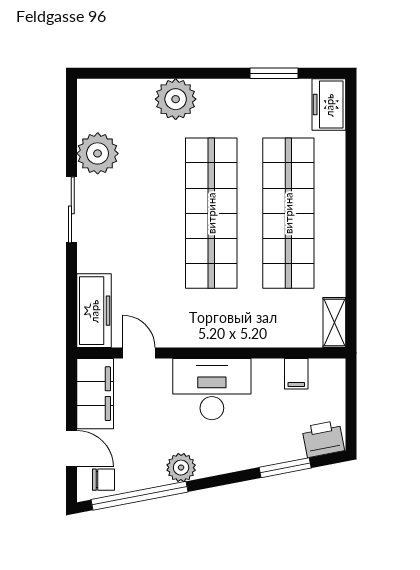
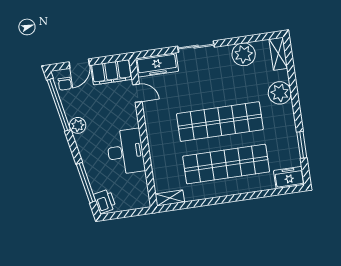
shelving: (105, 92) -> (278, 54), added
sliding door: (71, 210) -> (196, 47), moved
door: (139, 353) -> (137, 93), hinge flipped
filing cabinet: (296, 374) -> (138, 181), removed
desk: (212, 389) -> (126, 152), moved
window: (285, 468) -> (86, 183), width x1.44

